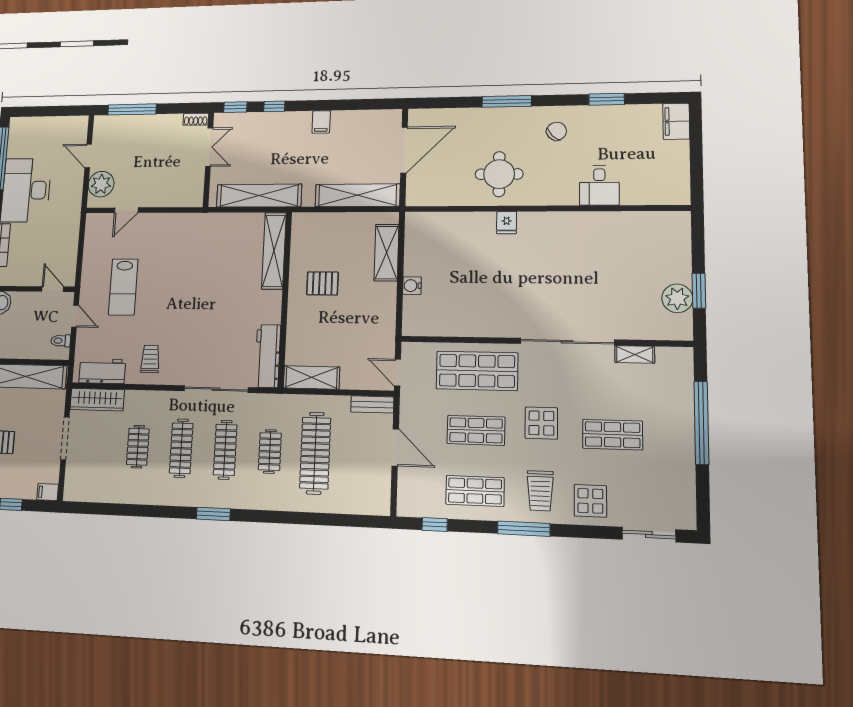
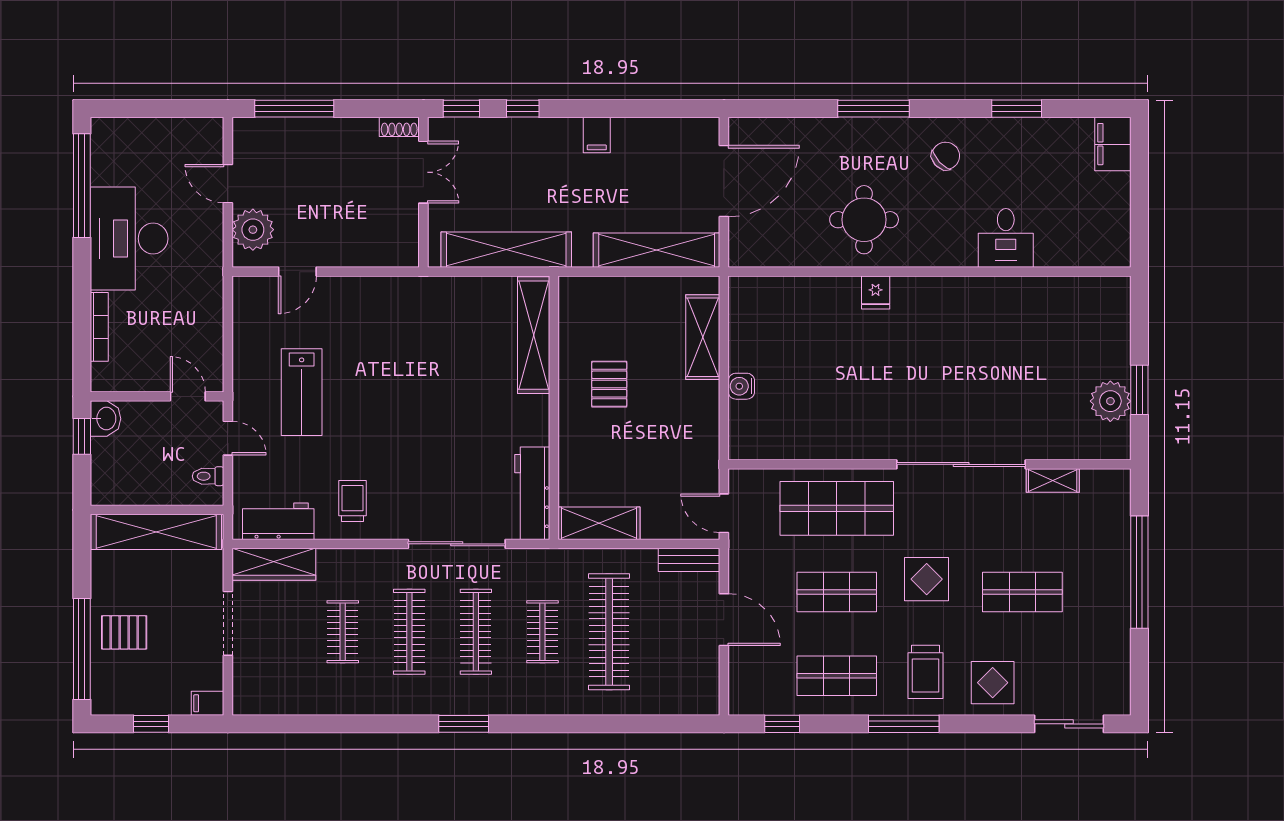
pallet: (322, 283) -> (609, 384), turned 90

